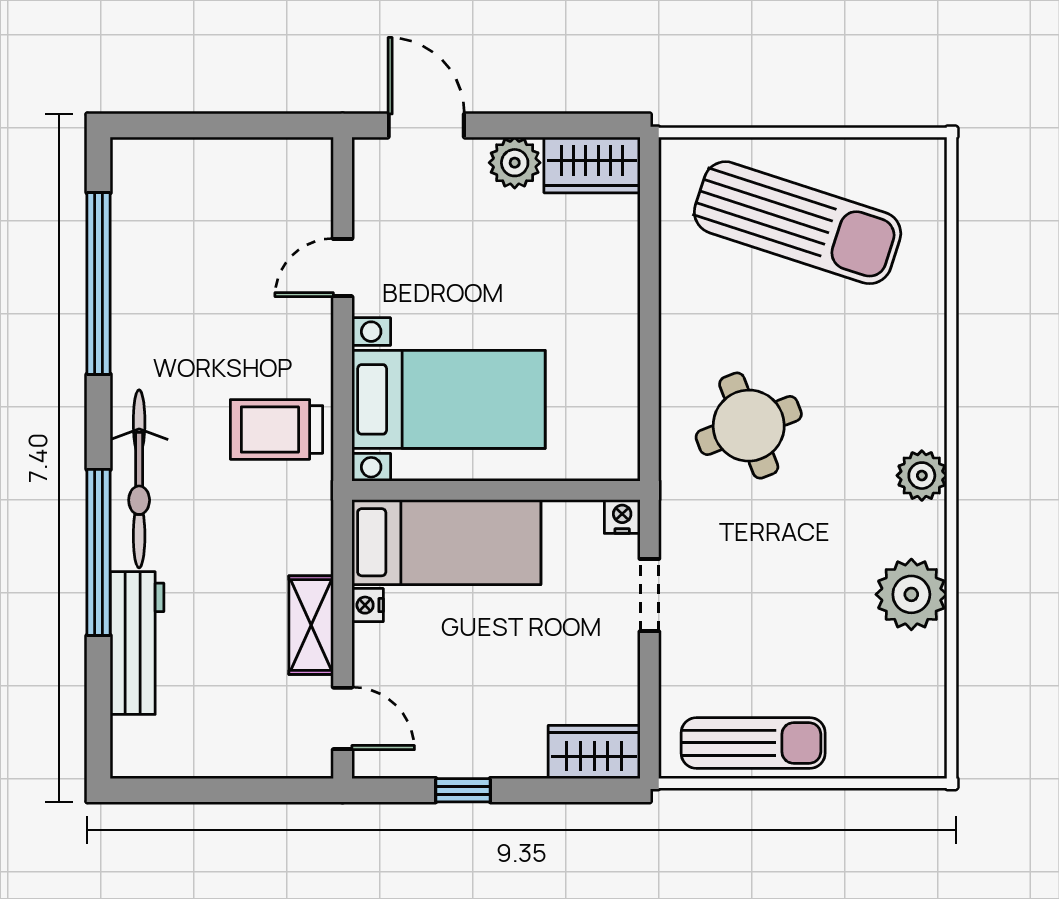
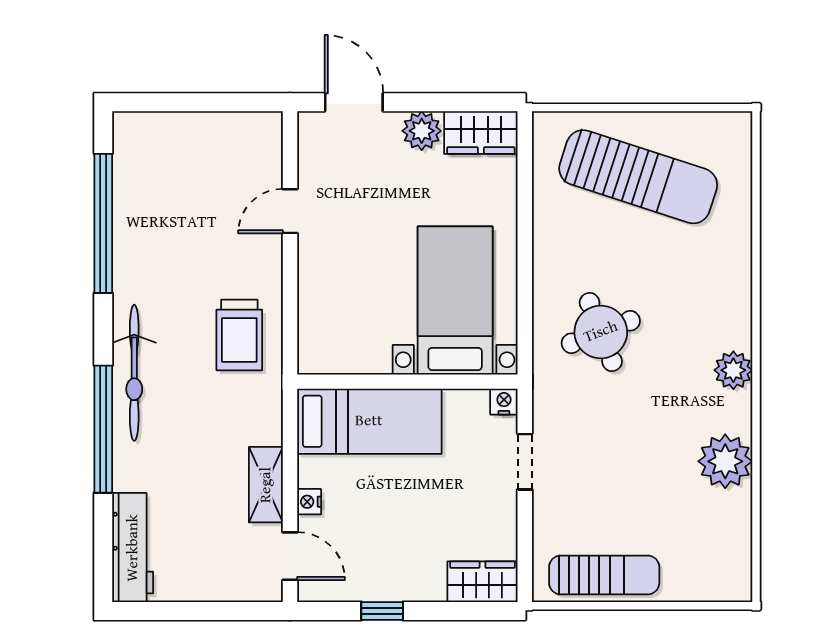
bed with nightstands: (449, 399) -> (455, 300), moved, turned -90
trolley: (276, 429) -> (239, 335), turned -90
nightstand: (368, 605) -> (309, 502), moved
workbench: (137, 643) -> (133, 548), moved

